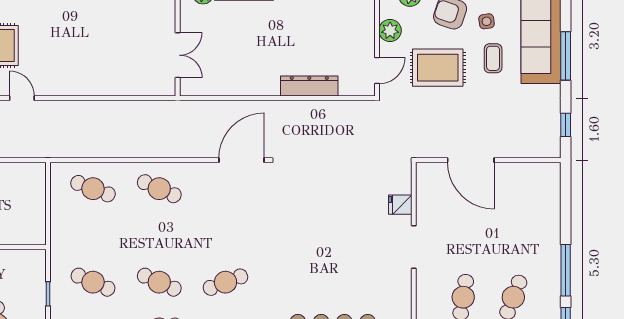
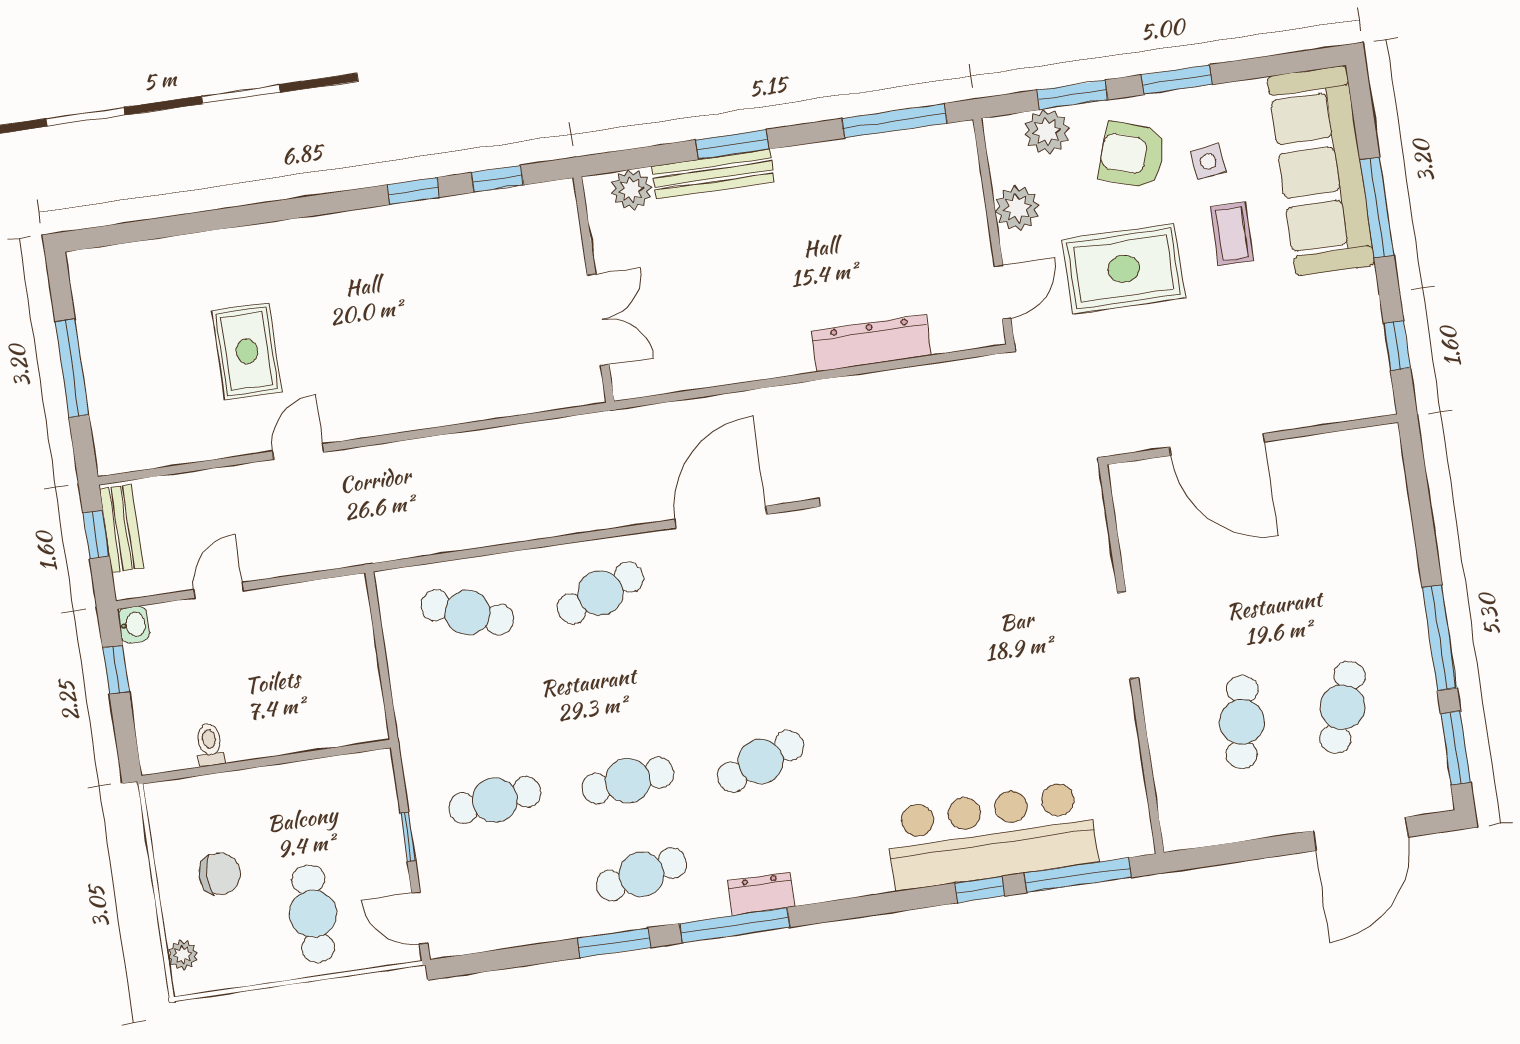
door: (22, 98) -> (298, 452), hinge flipped
door: (242, 160) -> (721, 517), moved
cafe table: (159, 189) -> (600, 593), turned -45
fridge: (400, 205) -> (1088, 554), removed
cafe table: (93, 282) -> (495, 800), turned -30
cafe table: (159, 282) -> (628, 781), turned -30

